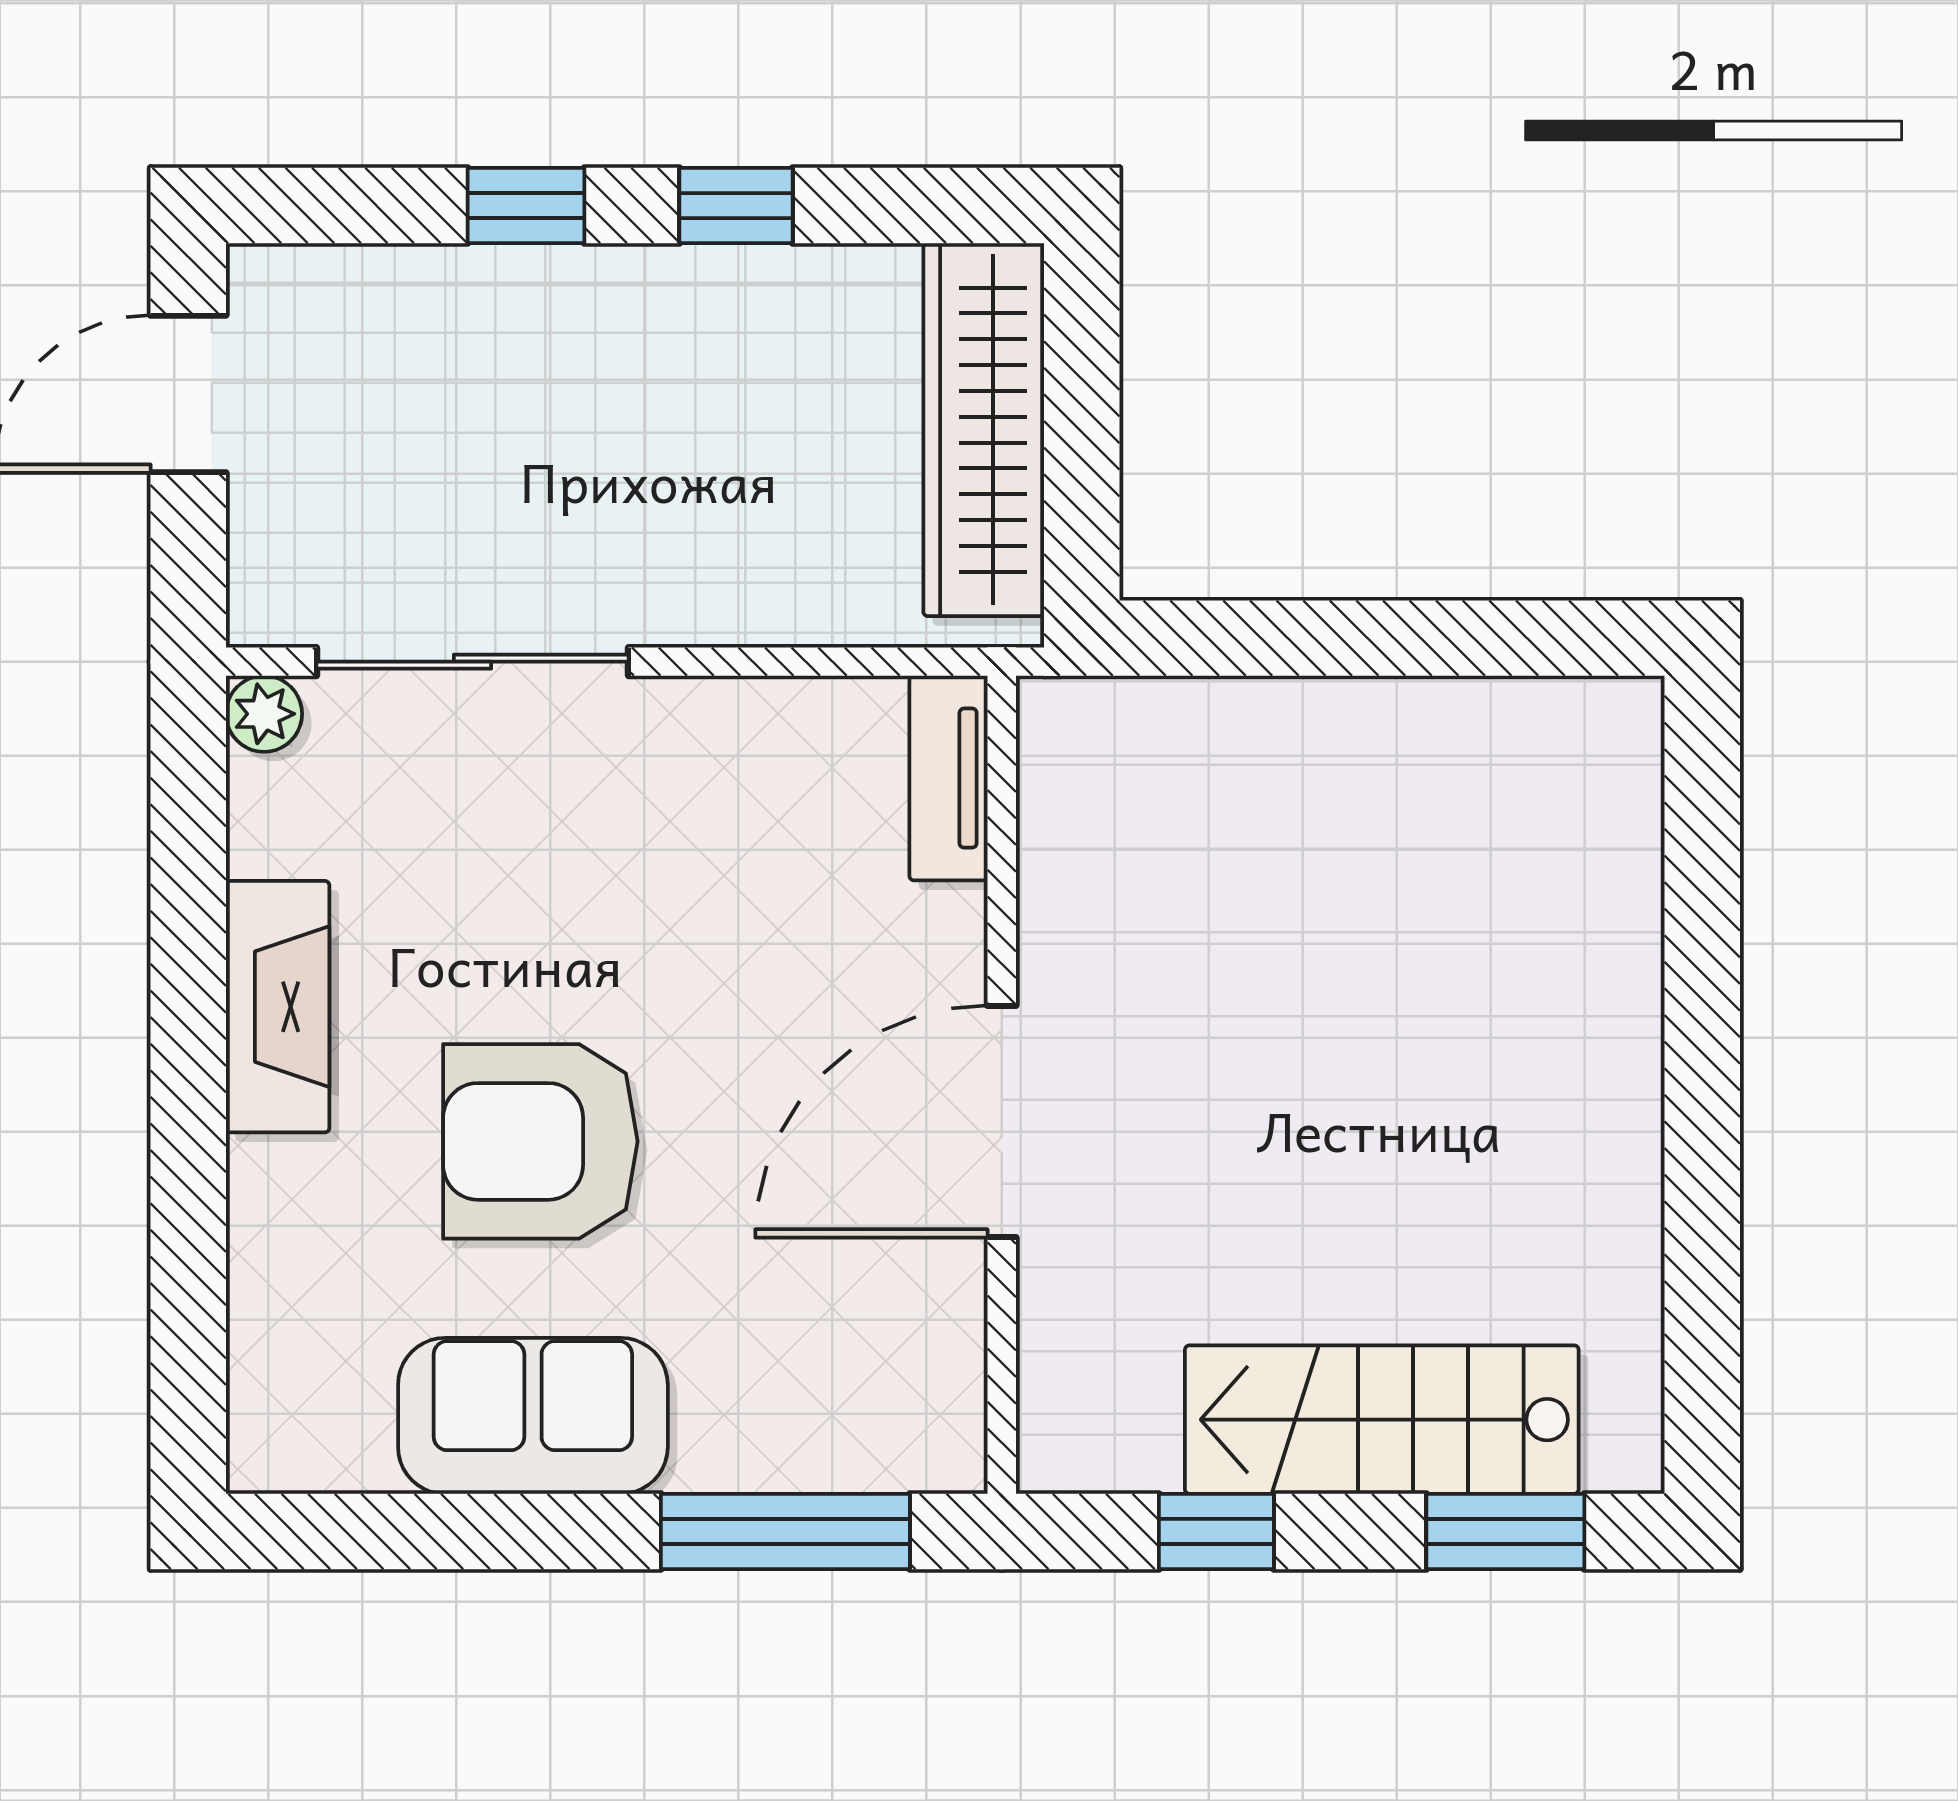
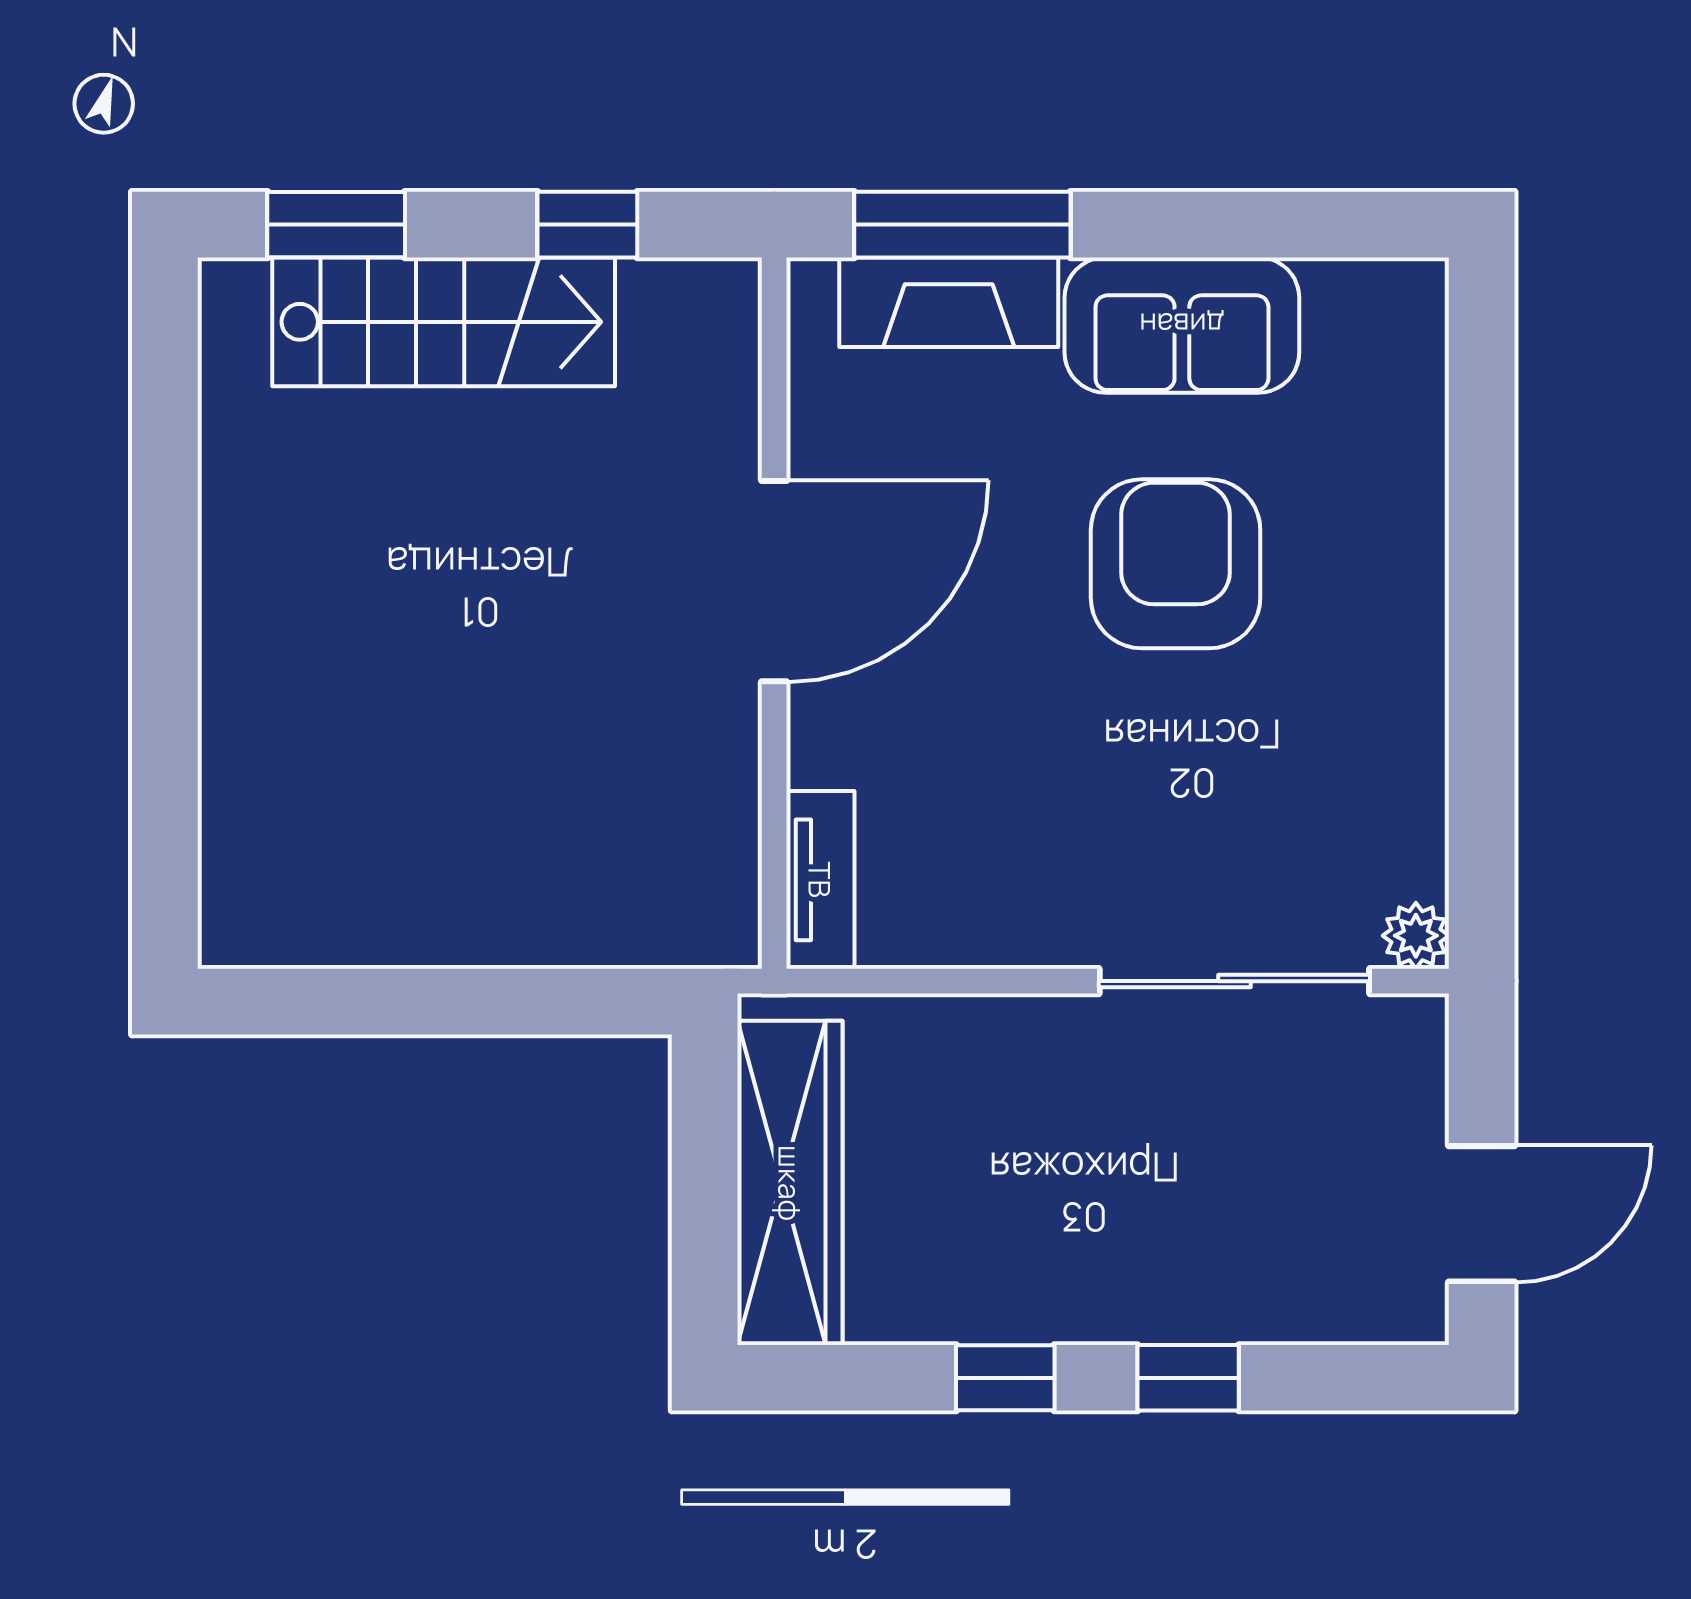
fireplace: (278, 1007) -> (949, 302), moved, turned -90
armchair: (540, 1141) -> (1176, 564), turned -90

